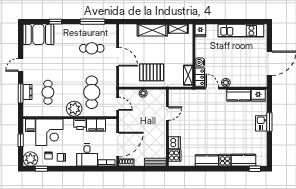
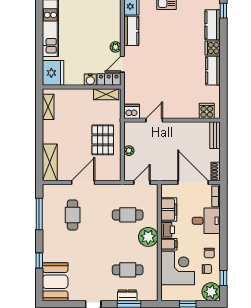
shelving: (152, 30) -> (50, 162), moved
fridge: (200, 31) -> (53, 73), width x1.88, depth x1.34
cafe table: (92, 92) -> (128, 215), width x0.73, depth x0.74
door: (167, 114) -> (154, 120), hinge flipped
filing cabinet: (30, 125) -> (169, 244), moved
dishwasher: (174, 143) -> (132, 111), moved

